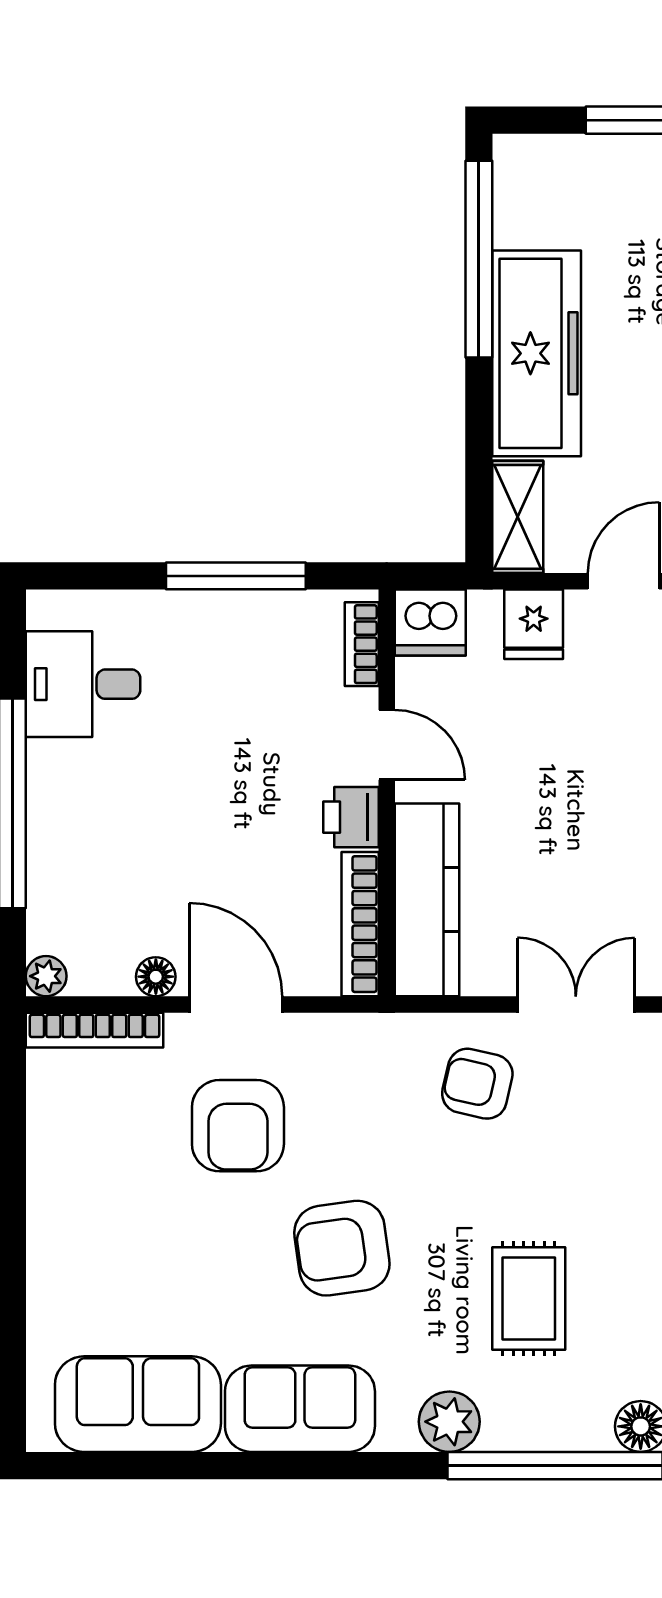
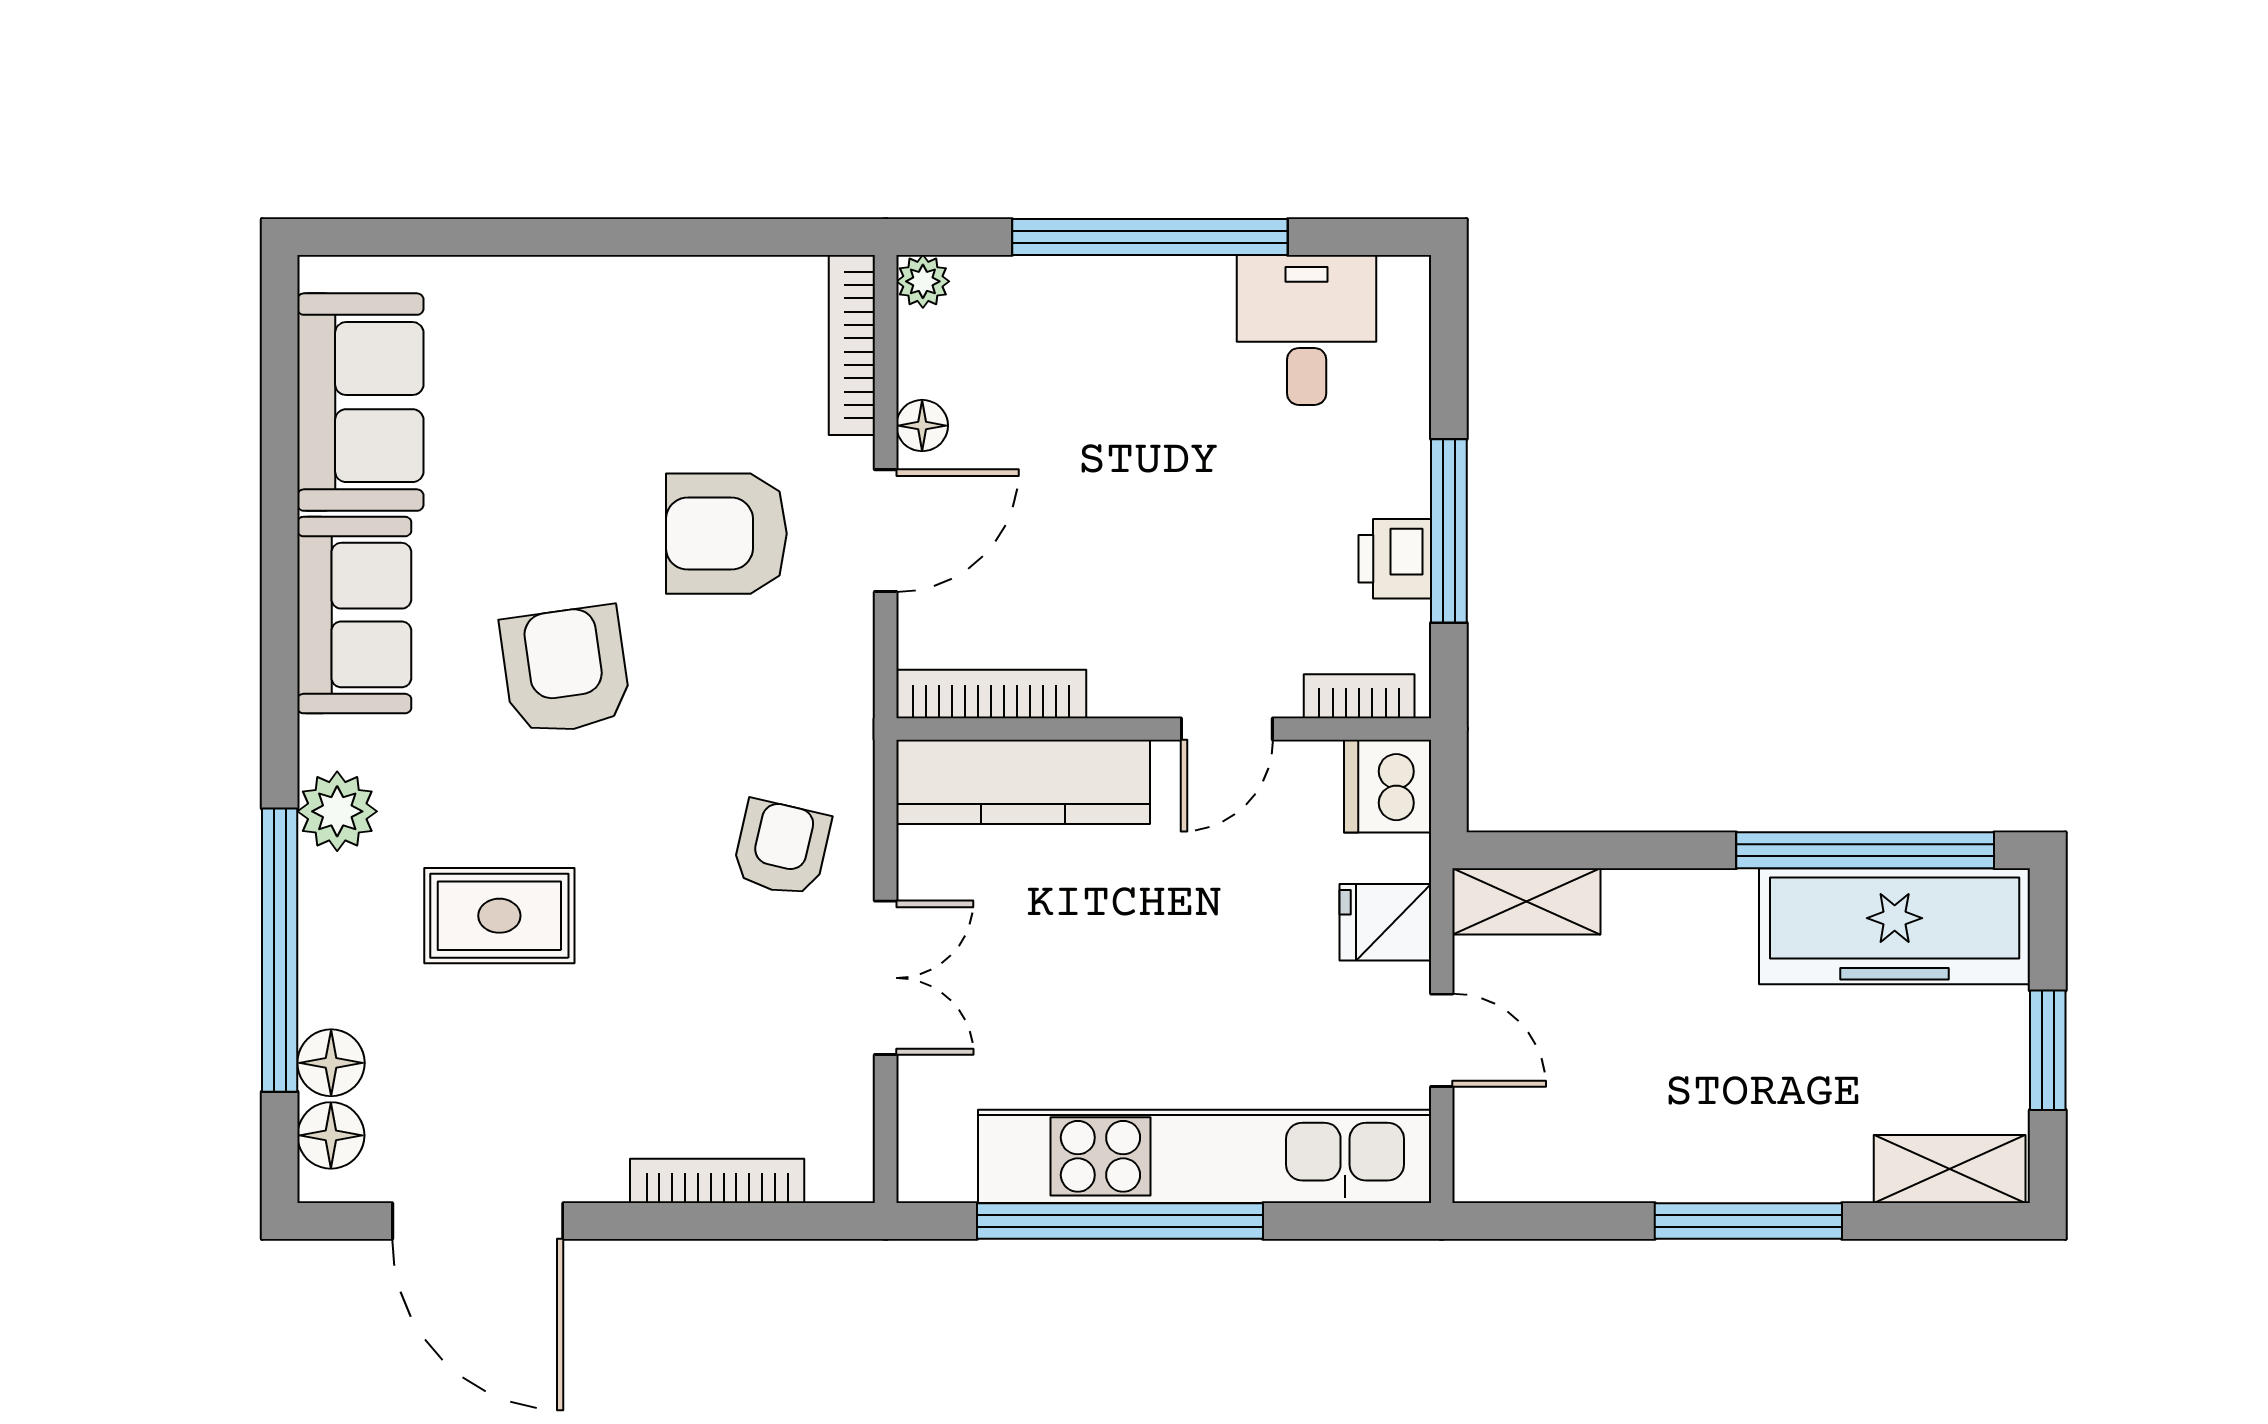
freezer: (537, 353) -> (1895, 926), moved
printer: (351, 817) -> (1395, 559), moved, turned -90

